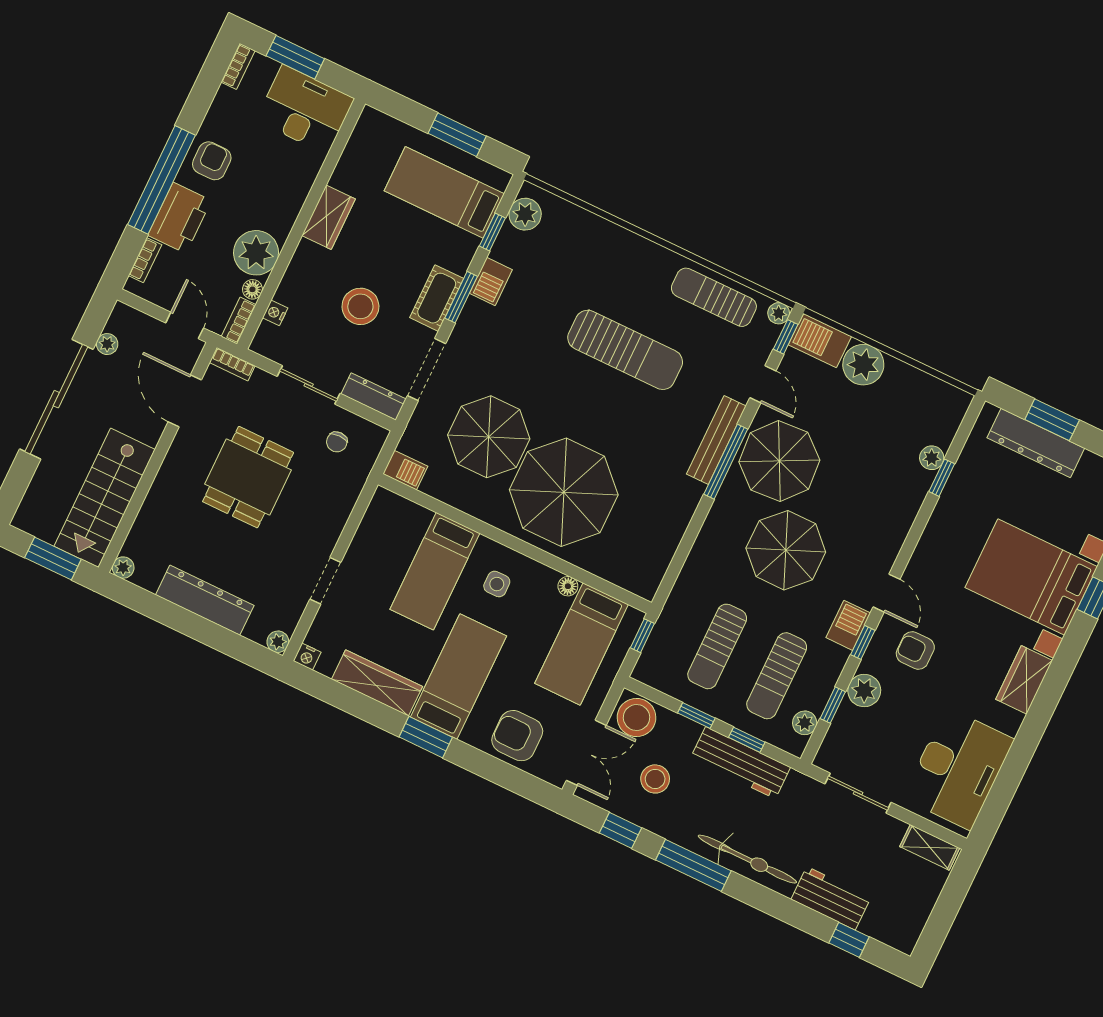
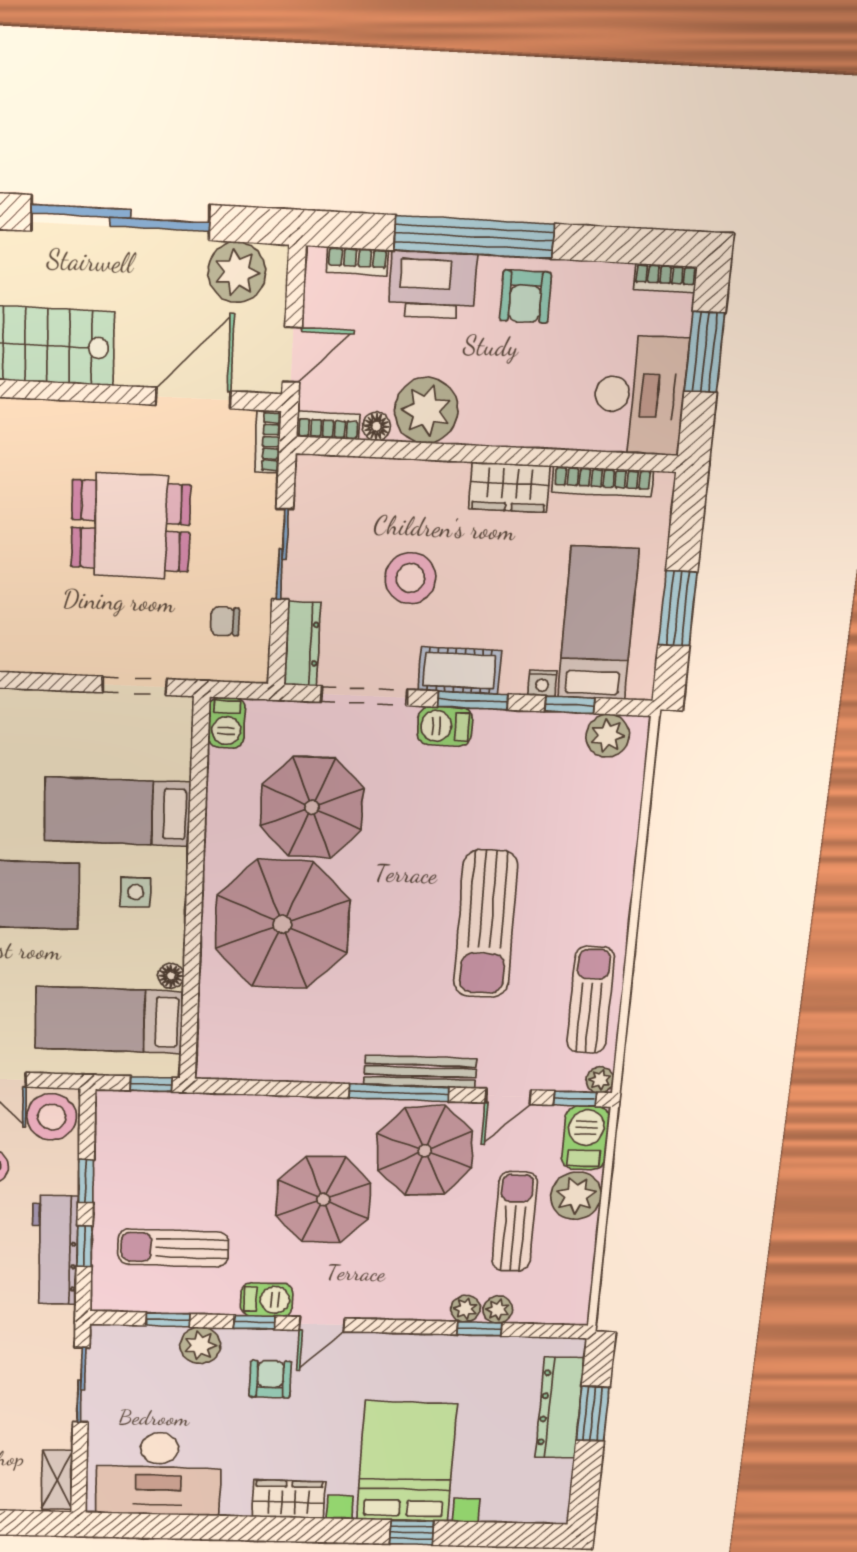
bookcase: (351, 154) -> (603, 482), added
armchair: (212, 161) -> (525, 297), turned 90
barbecue: (491, 282) -> (445, 726), moved
nightstand: (275, 313) -> (542, 683), moved, turned 180
plant: (107, 344) -> (237, 272), width x1.88, depth x1.88
doorway: (325, 581) -> (135, 686), moved
sun lounger: (717, 646) -> (514, 1222), moved, turned 90
plant: (805, 723) -> (466, 1309), moved

